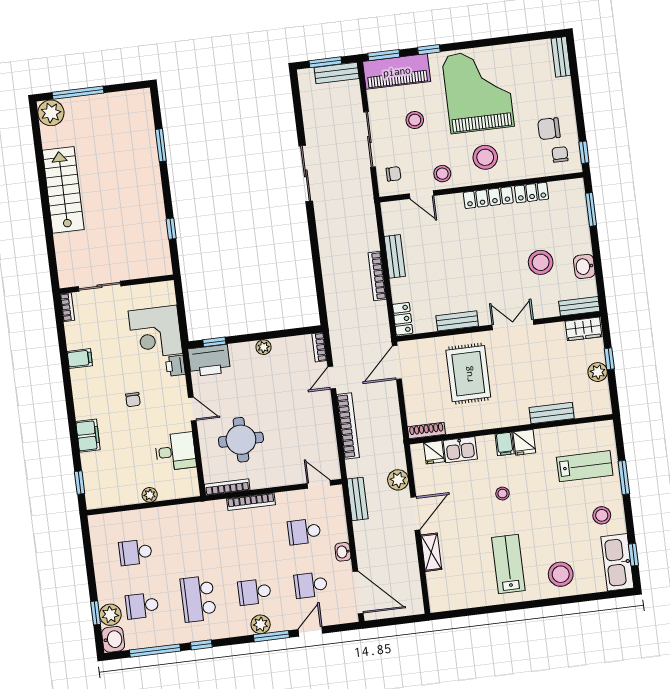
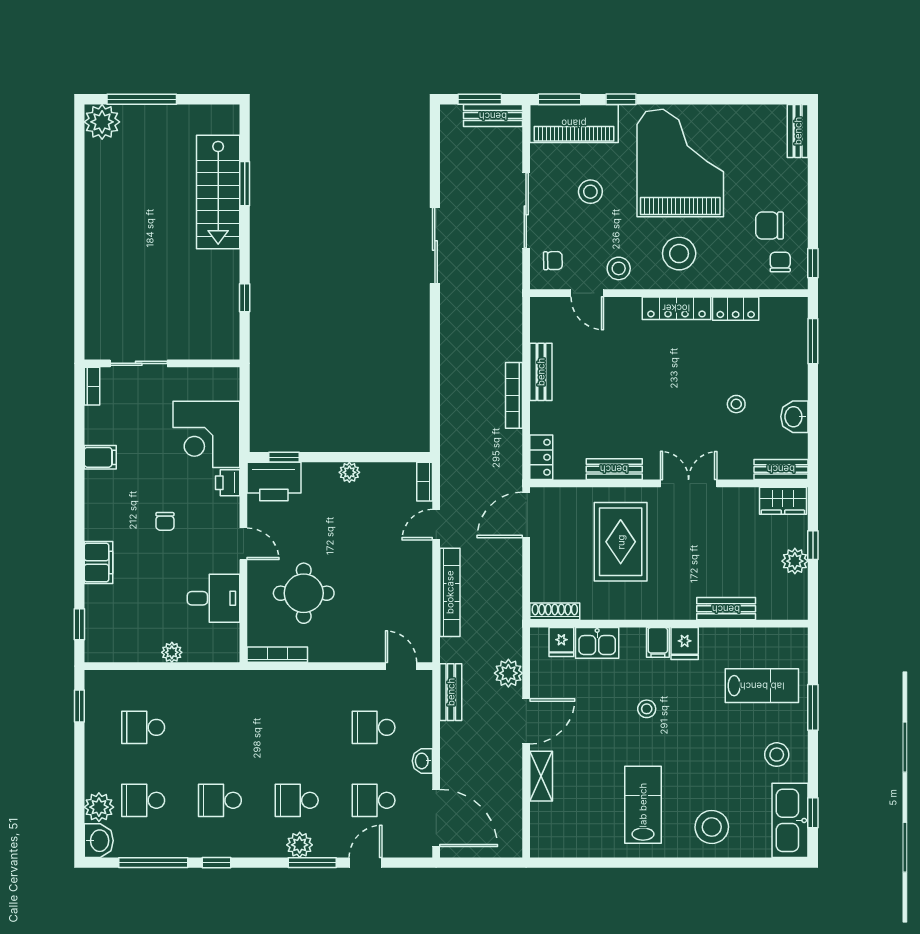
stairs: (63, 190) -> (218, 192), moved, turned 180
stool: (541, 262) -> (736, 404), width x0.53, depth x0.53
bookcase: (251, 502) -> (307, 678), removed
school desk: (198, 599) -> (220, 800), width x0.54
window: (96, 613) -> (79, 706), moved

